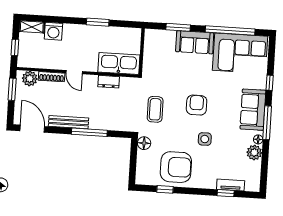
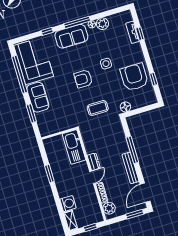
dresser: (109, 82) -> (94, 162), moved
window: (12, 89) -> (135, 214), moved

